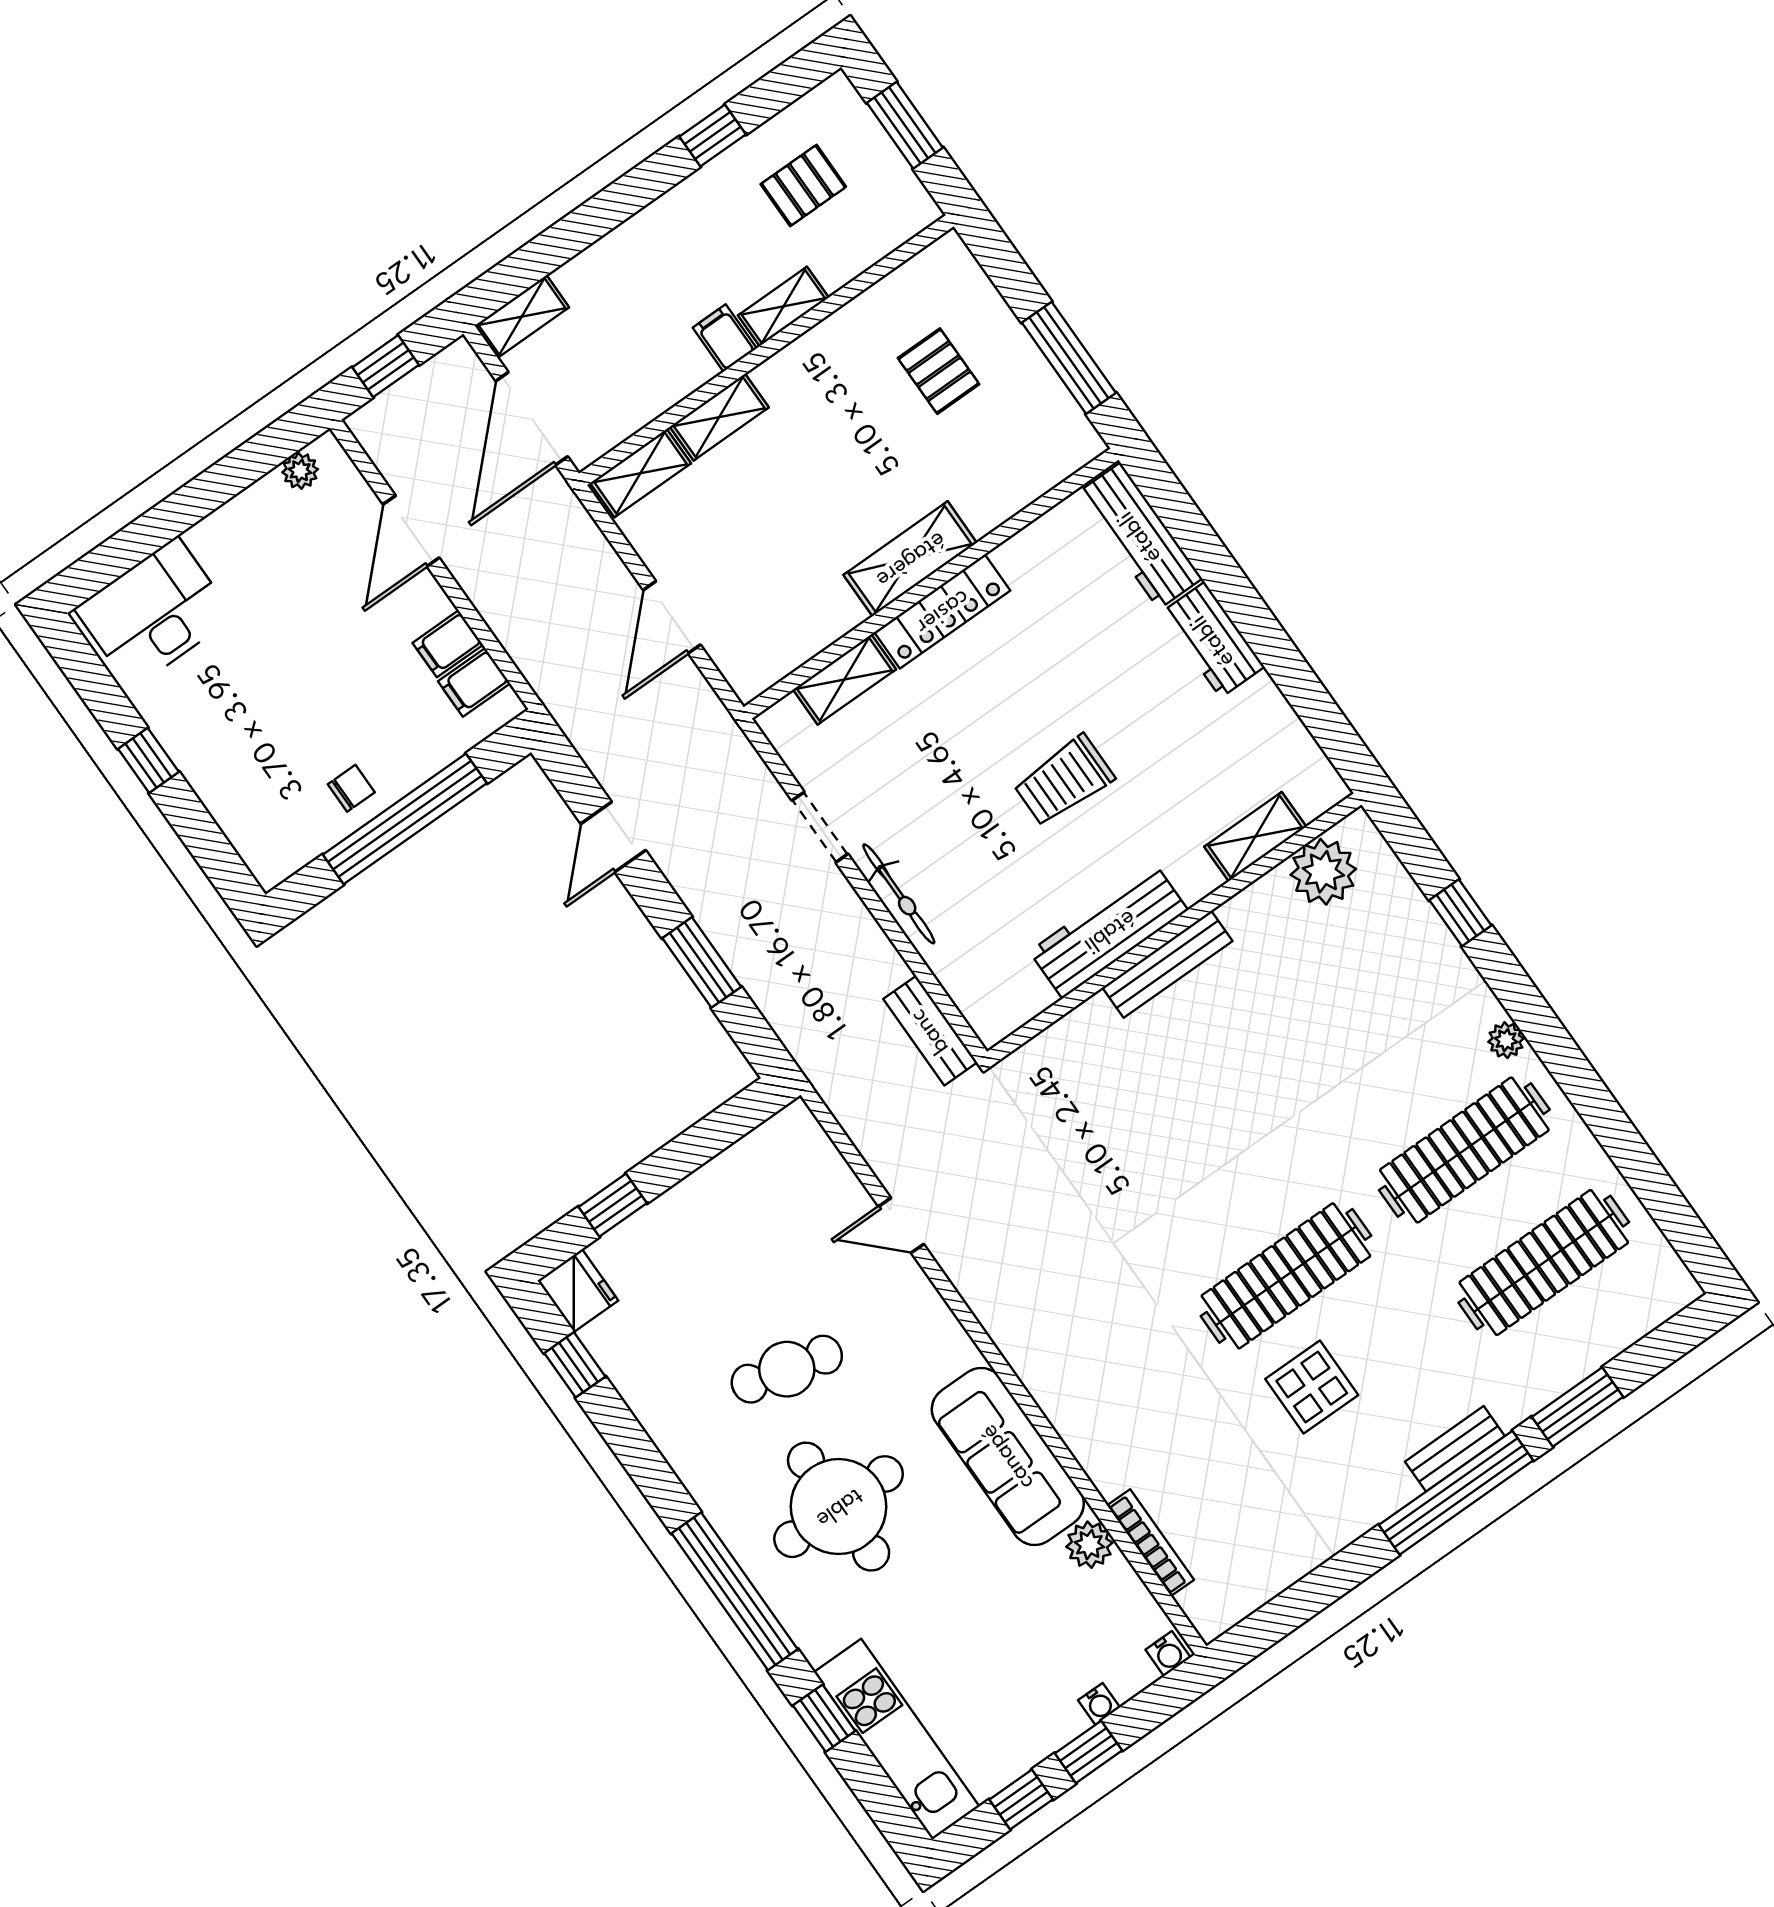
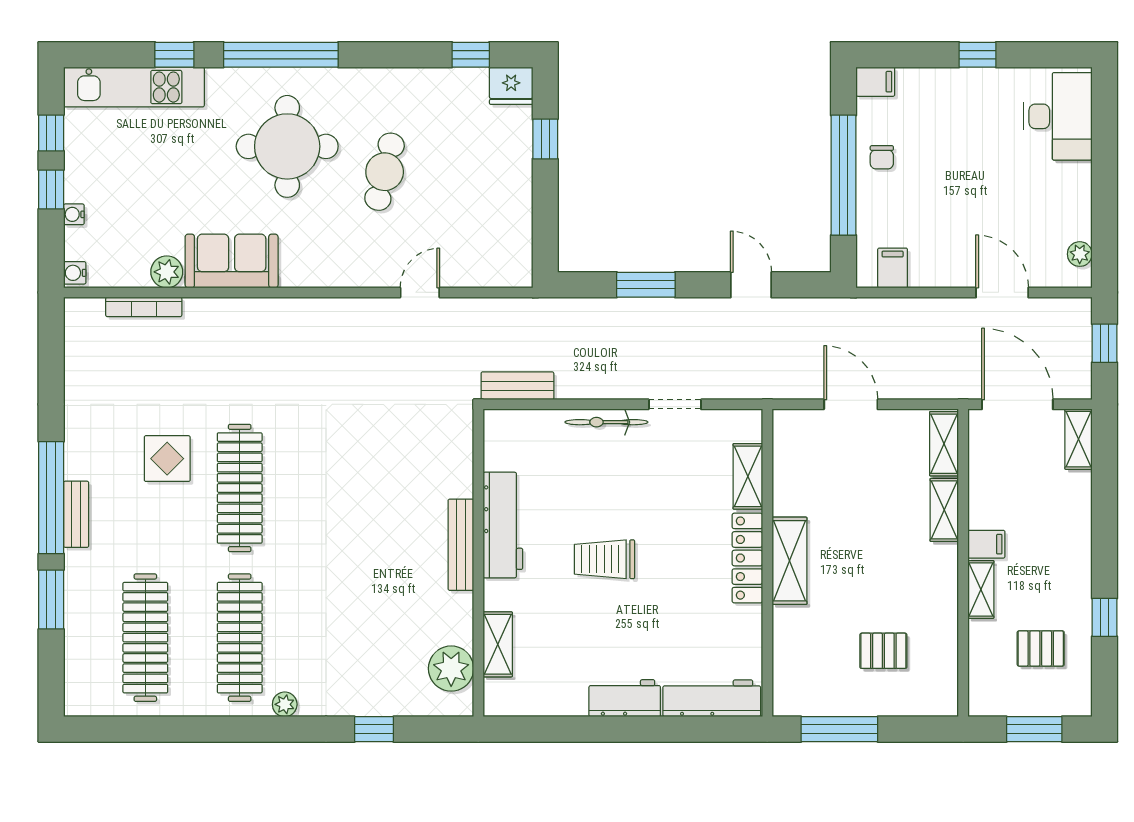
pallet: (803, 185) -> (1041, 648), turned 90
filing cabinet: (448, 644) -> (875, 82), moved, turned 90
trolley: (1064, 781) -> (605, 559), turned -90
sofa: (1008, 1456) -> (232, 261), width x0.73

